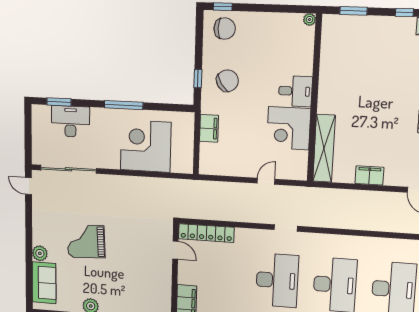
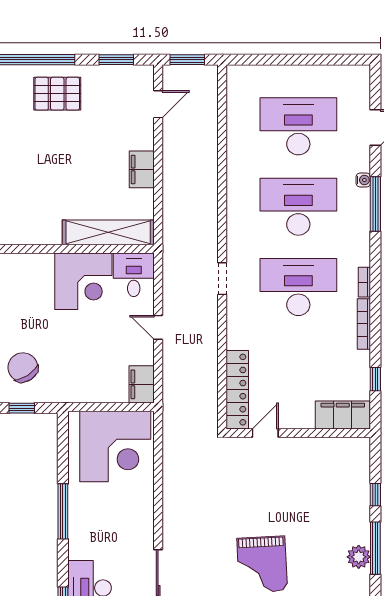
desk: (295, 91) -> (134, 275), moved
filing cabinet: (209, 128) -> (142, 384), moved, turned -90
corner desk: (146, 146) -> (115, 446), moved, turned -90
door: (266, 181) -> (158, 327), moved

